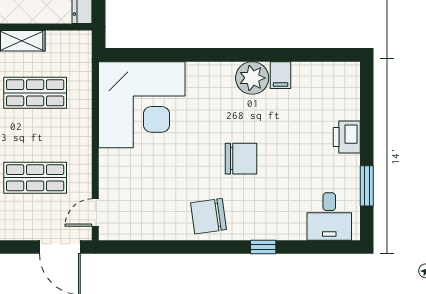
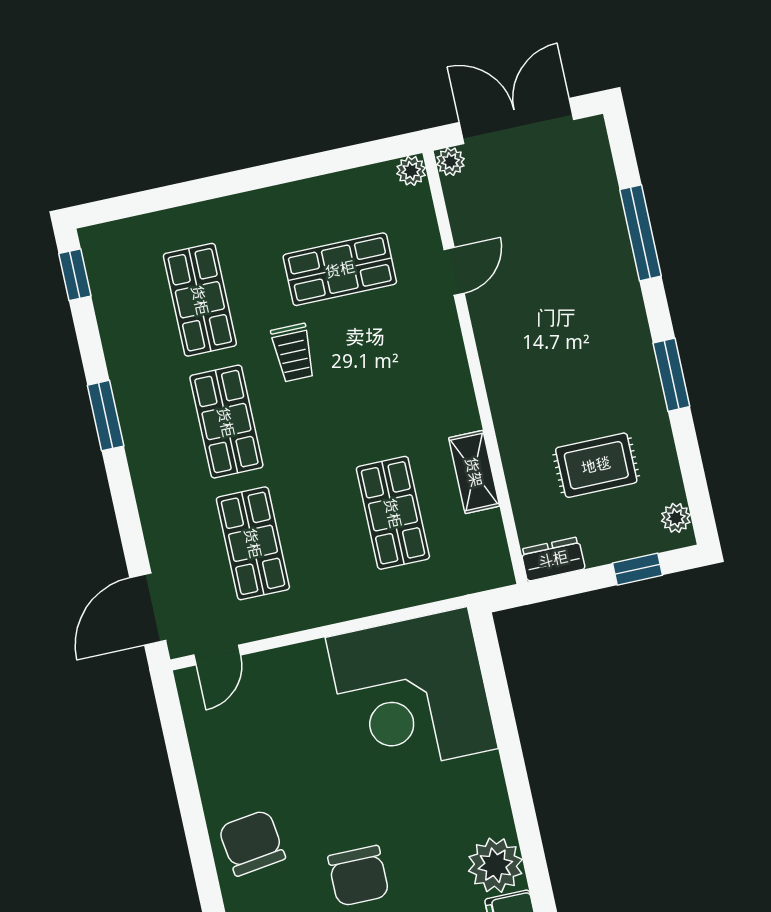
door: (95, 213) -> (217, 655), swing flipped

